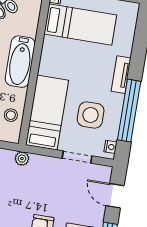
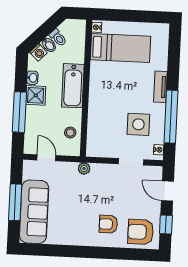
bed: (47, 113) -> (101, 127), removed

